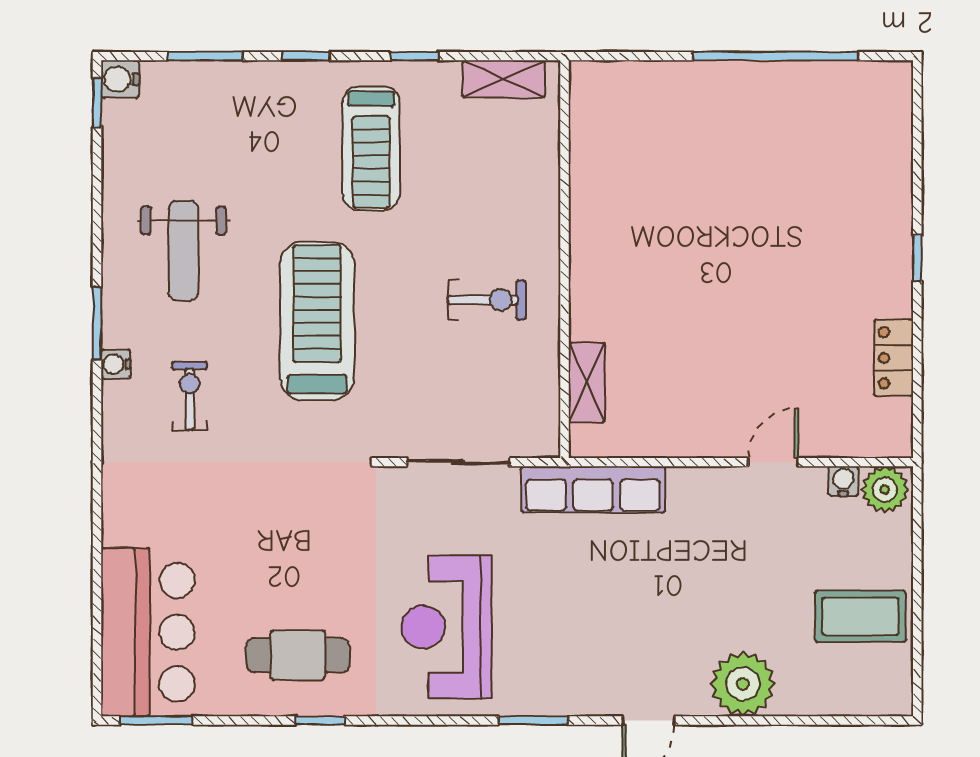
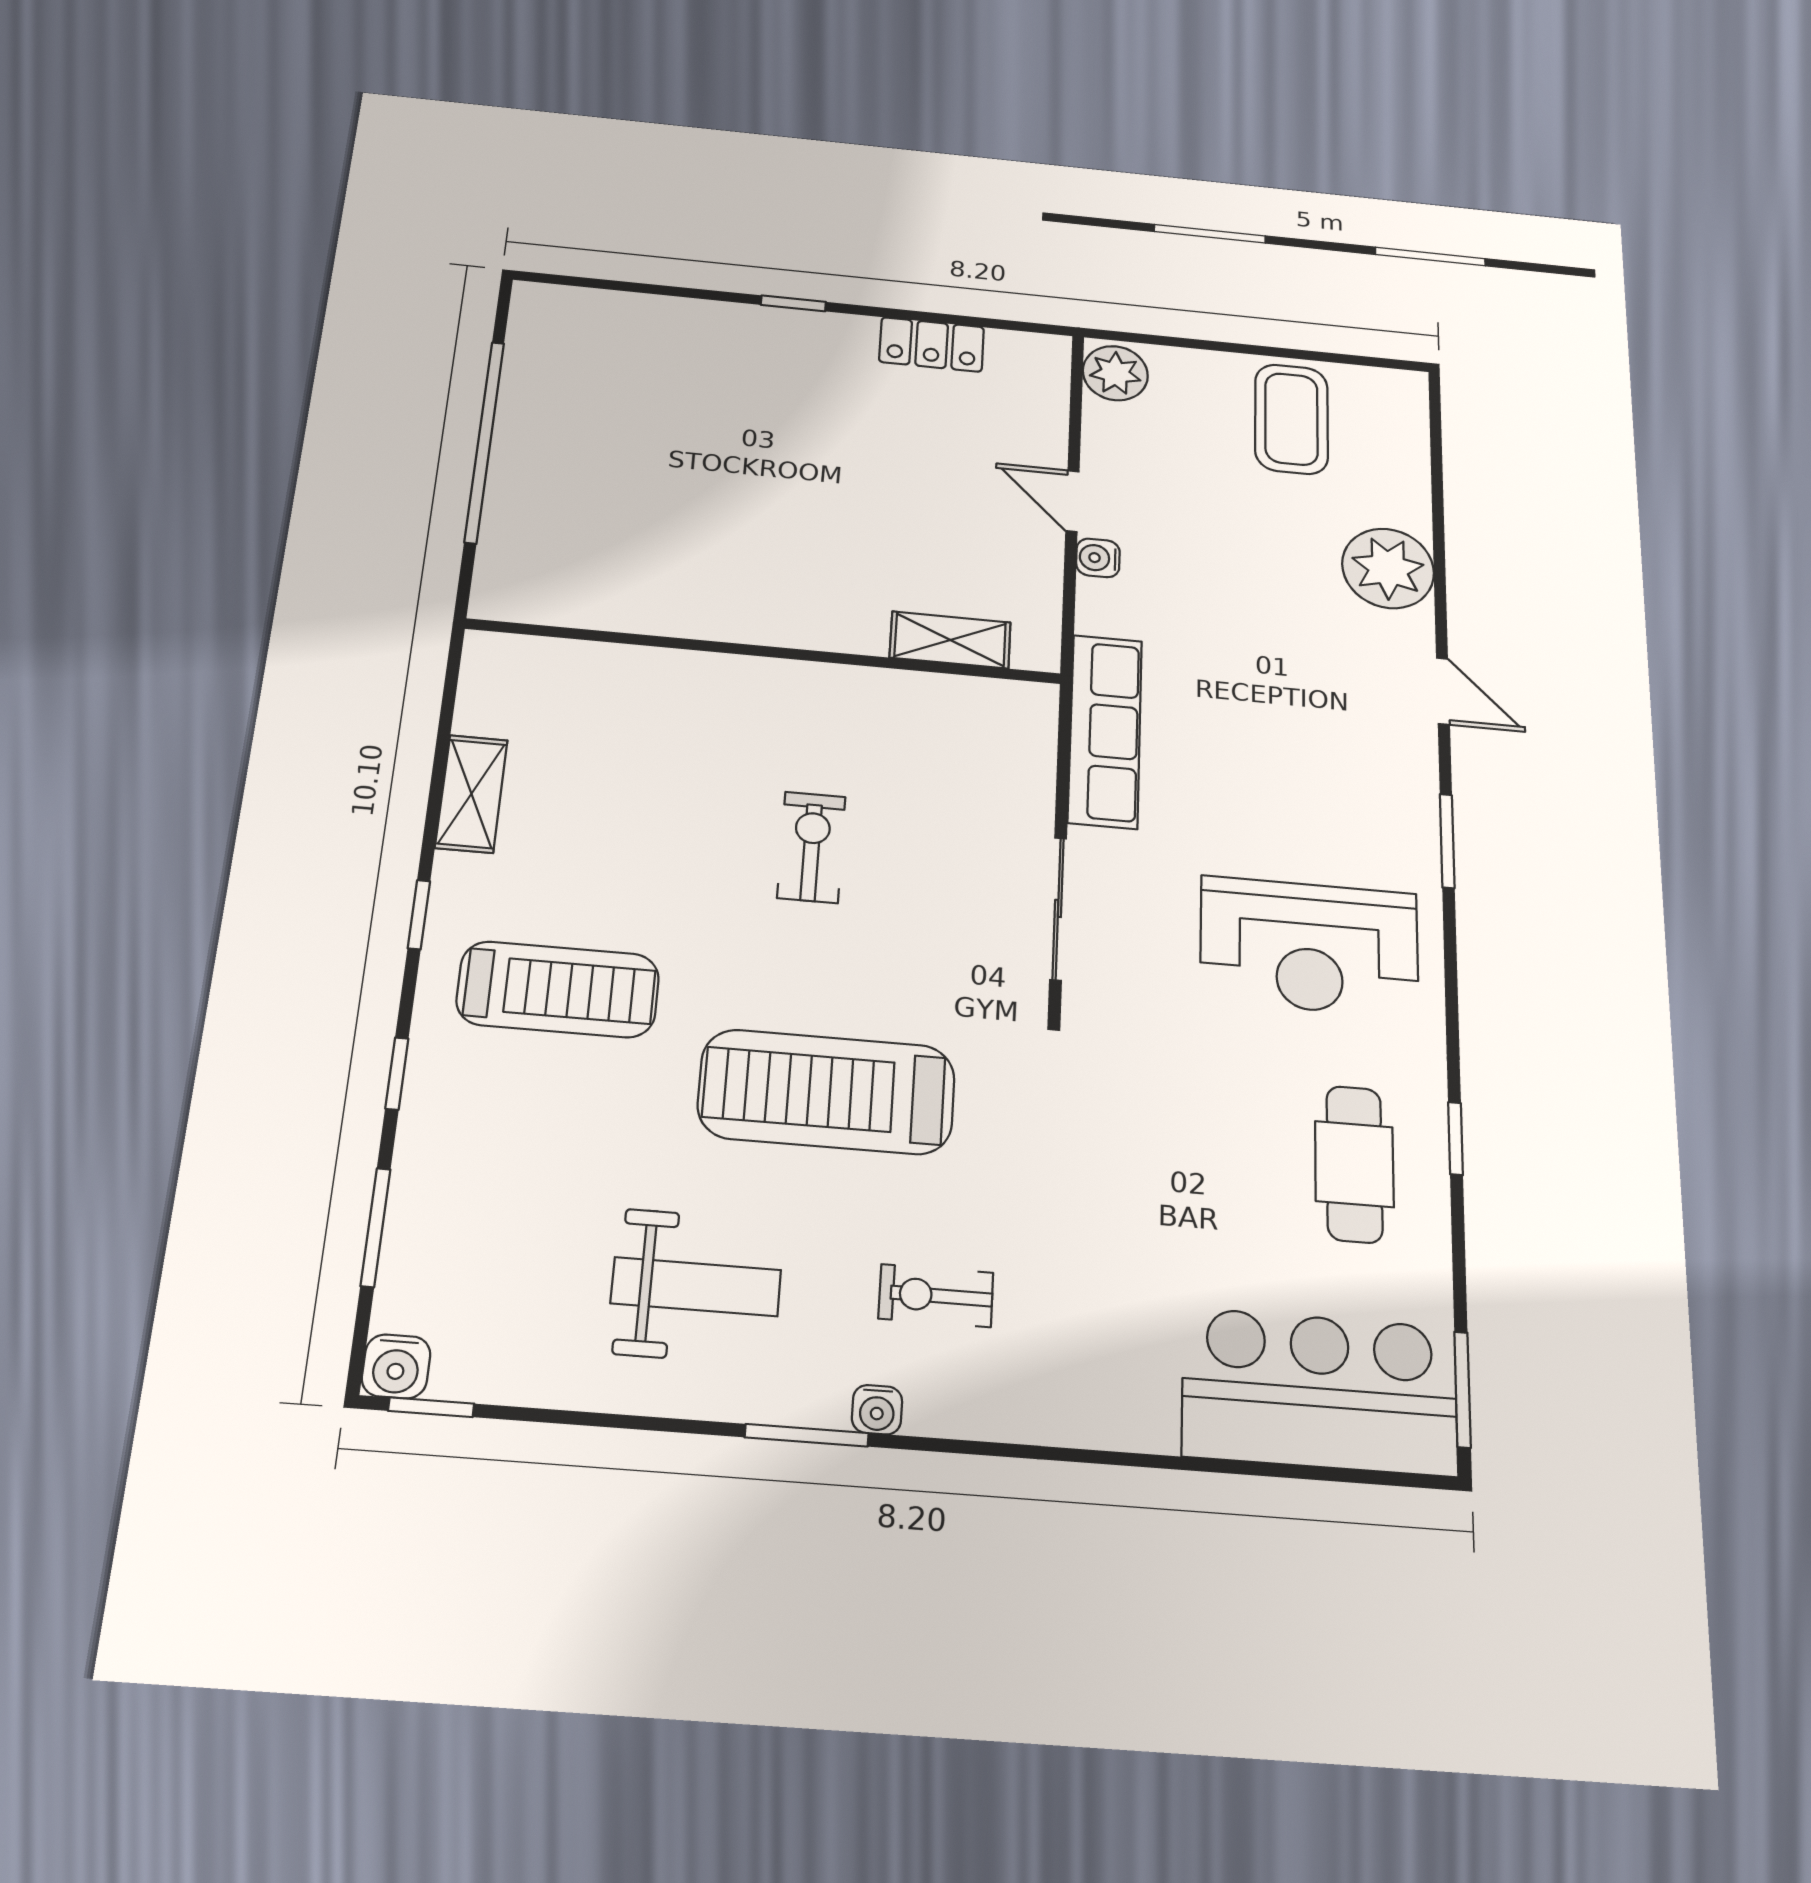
wall: (565, 259) -> (765, 651), moved
shelving: (587, 383) -> (950, 640), moved
water cooler: (843, 481) -> (1098, 558), moved

